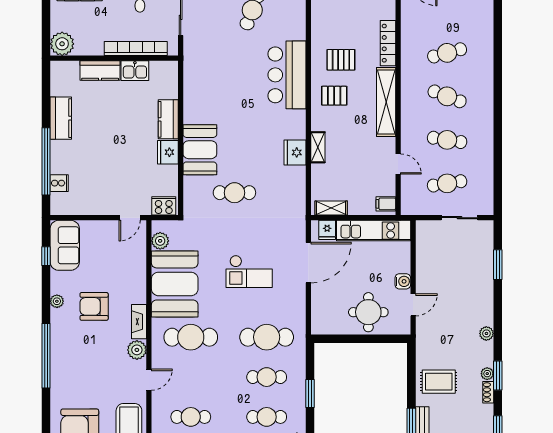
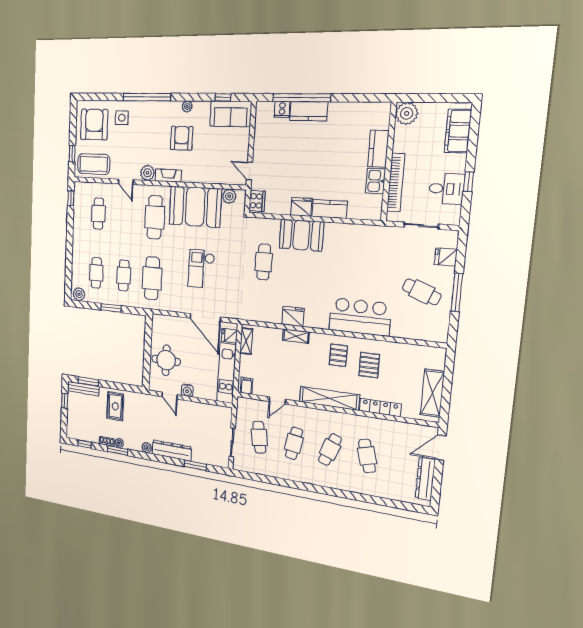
kitchen counter: (61, 118) -> (309, 111), moved
dresser: (484, 298) -> (172, 450), added
side table: (71, 389) -> (122, 118), added

